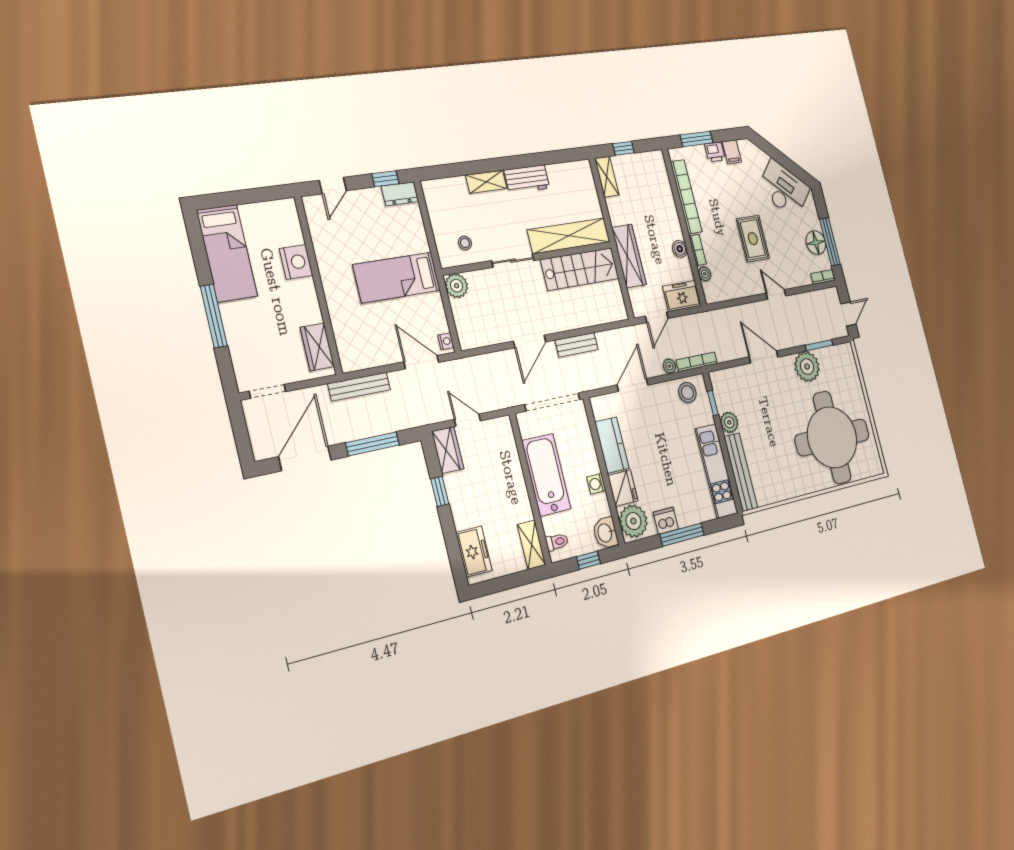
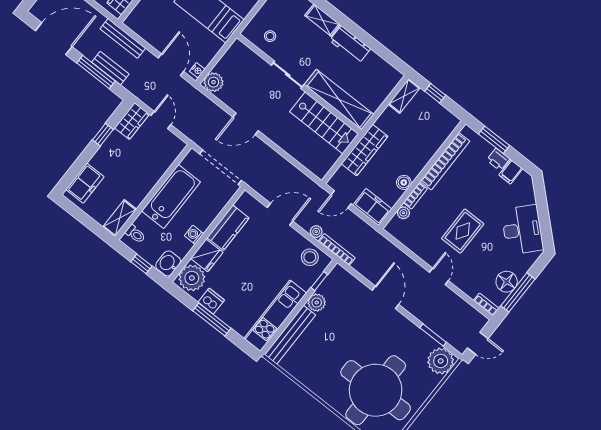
plant: (457, 286) -> (214, 82), moved
bench: (577, 345) -> (110, 68), moved
plant: (807, 367) -> (441, 361), moved

